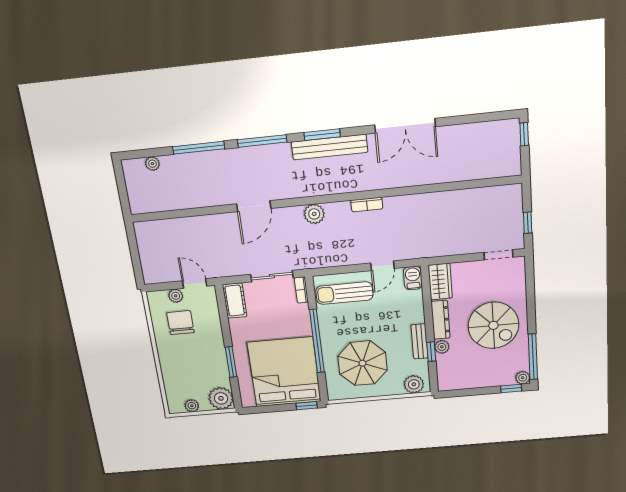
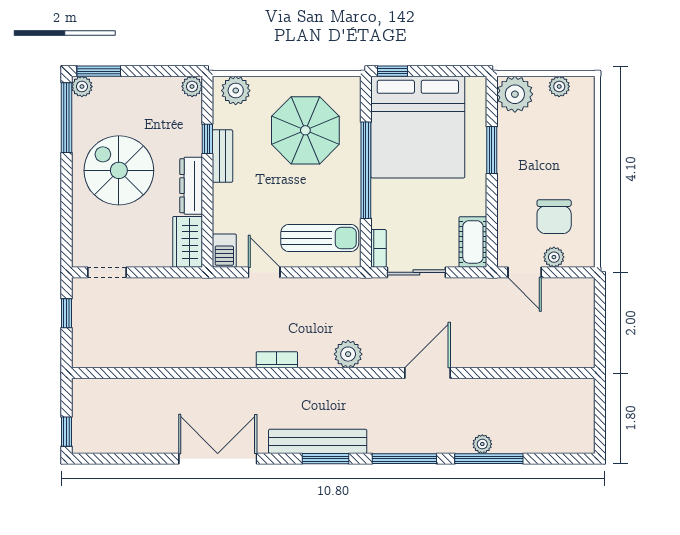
plant: (152, 164) -> (482, 444), moved
door: (382, 266) -> (264, 272), hinge flipped
plant: (442, 347) -> (192, 86), moved
window: (511, 389) -> (99, 71), width x1.50

